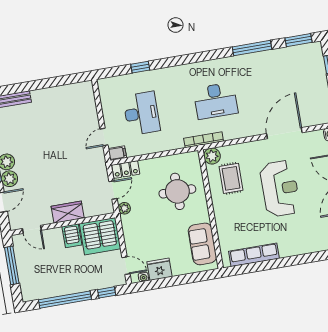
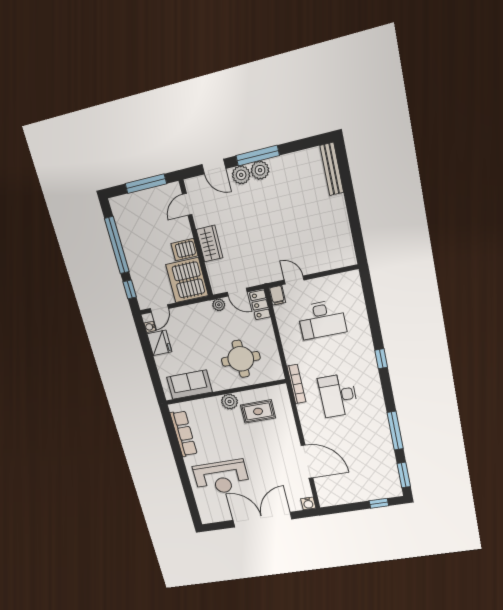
window: (140, 67) -> (381, 359), moved
plant: (212, 156) -> (230, 402), moved
reception desk: (280, 189) -> (221, 477), moved

